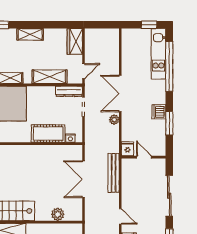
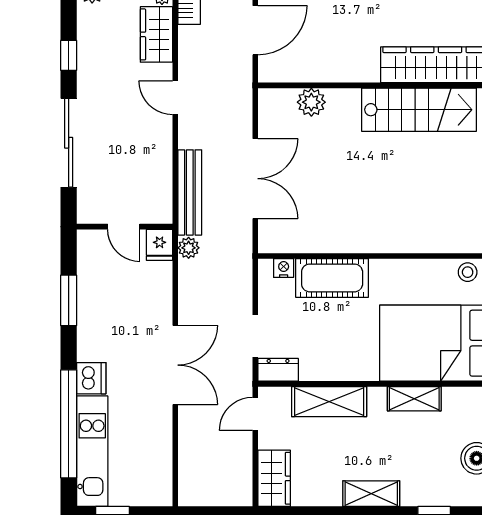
dresser: (69, 91) -> (278, 370), width x0.70
dishwasher: (159, 112) -> (91, 378), moved
plant: (114, 120) -> (189, 248), moved

